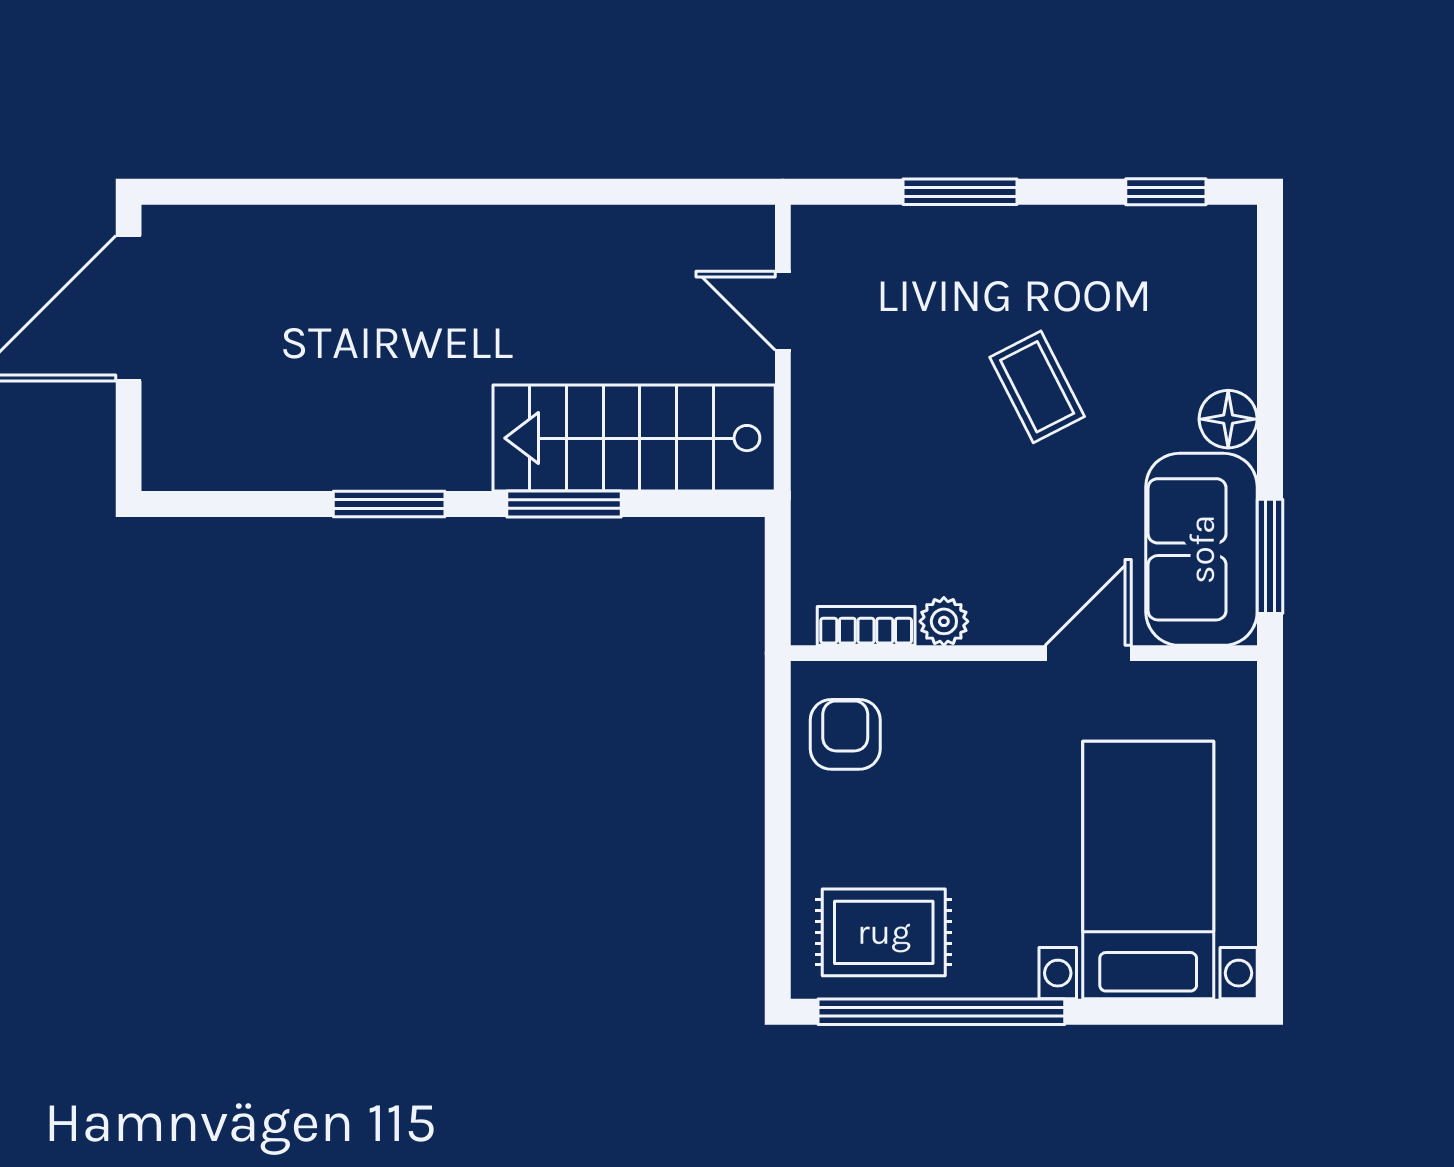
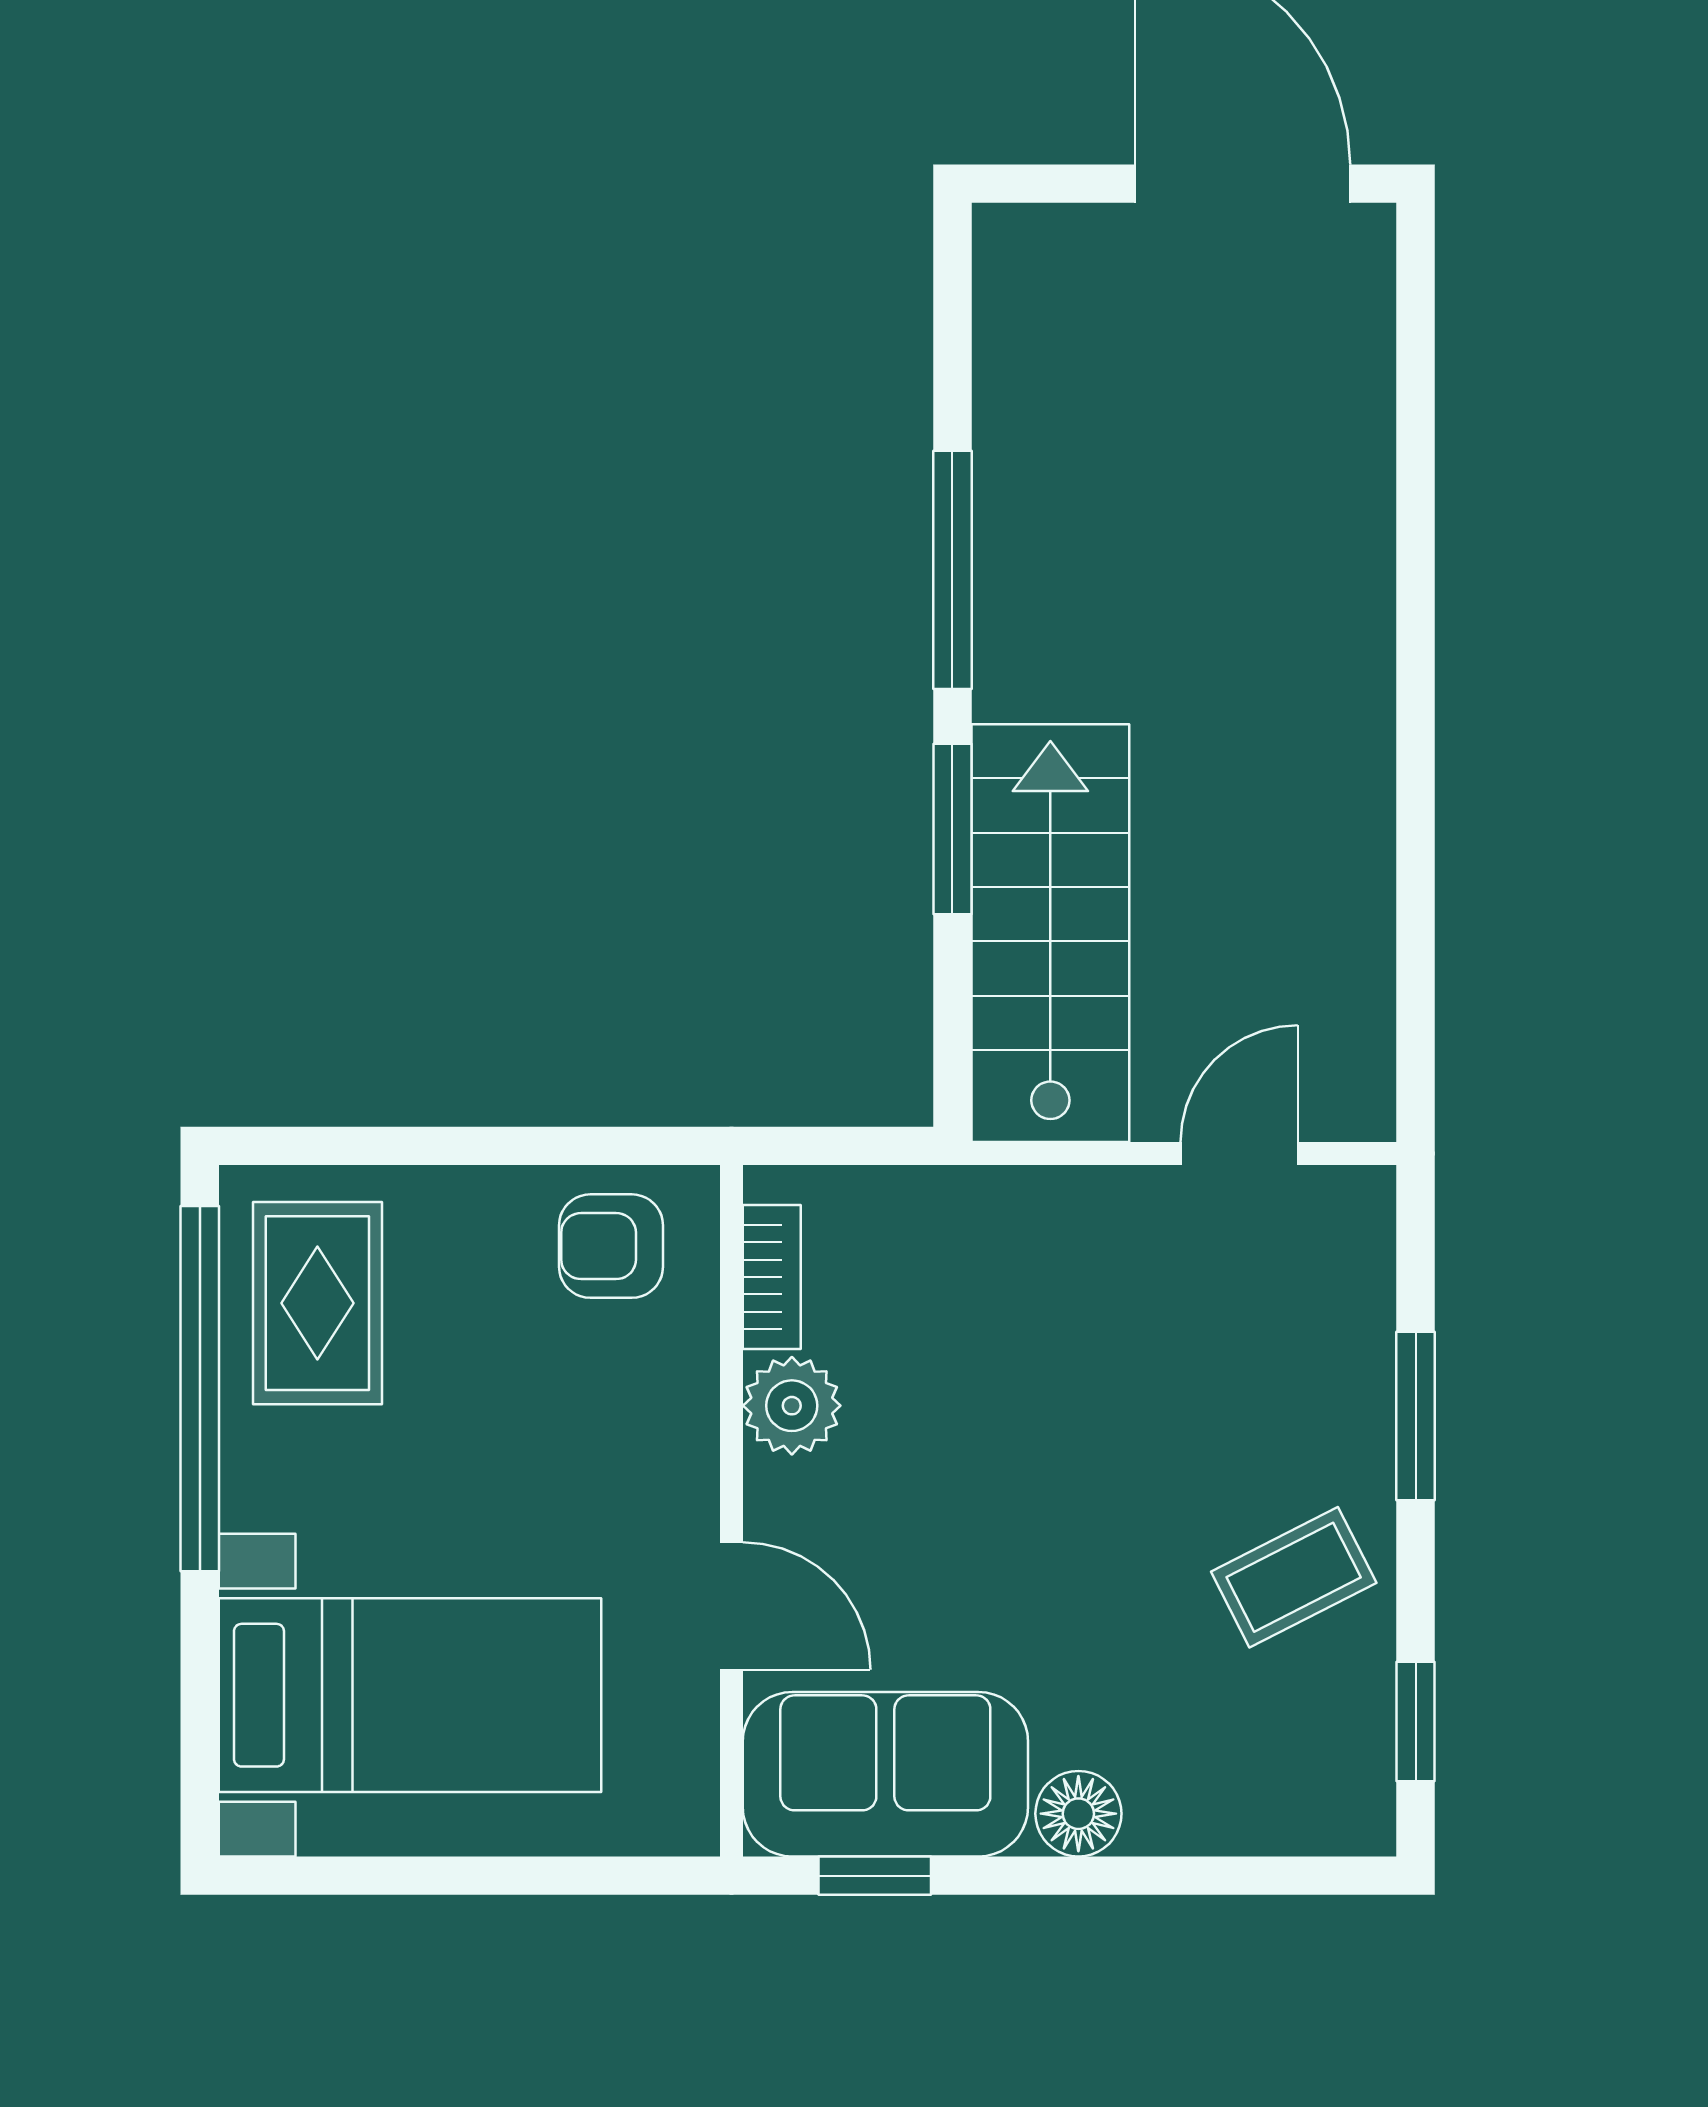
coffee table: (1037, 387) -> (1294, 1577), moved
window: (389, 504) -> (952, 570), width x1.44
window: (1270, 556) -> (875, 1876), width x0.67
plant: (944, 621) -> (792, 1406), width x1.38, depth x1.38
armchair: (845, 734) -> (611, 1246), turned 180

